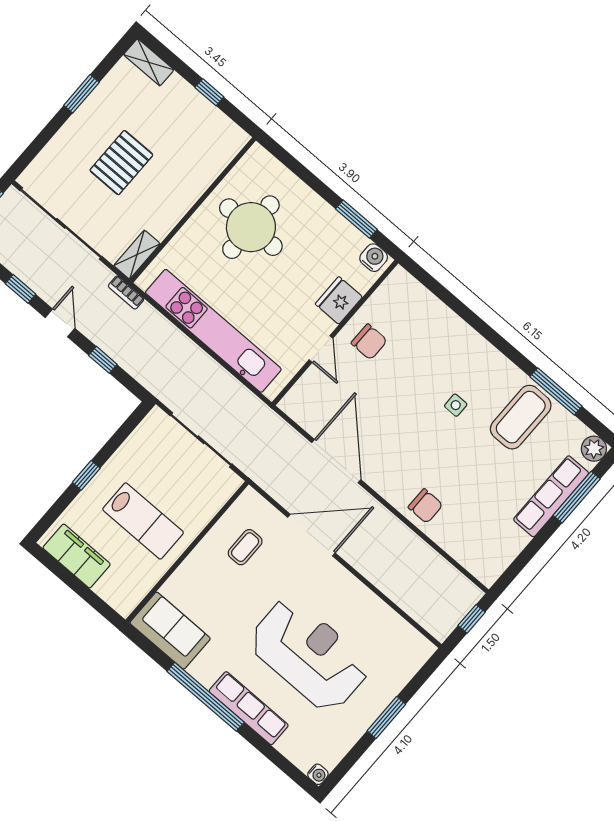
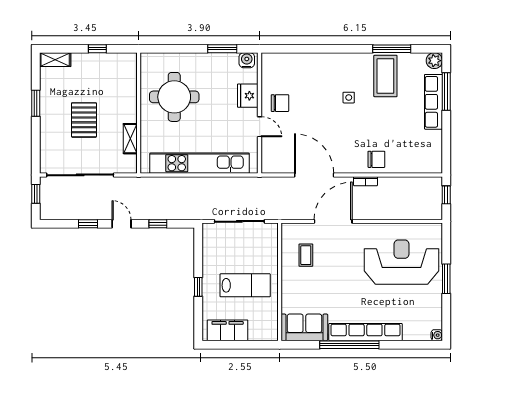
shelving: (137, 255) -> (130, 139), moved
bookcase: (126, 293) -> (365, 181), moved
reception desk: (309, 655) -> (402, 262), moved
row of seats: (249, 708) -> (366, 332), width x1.36

